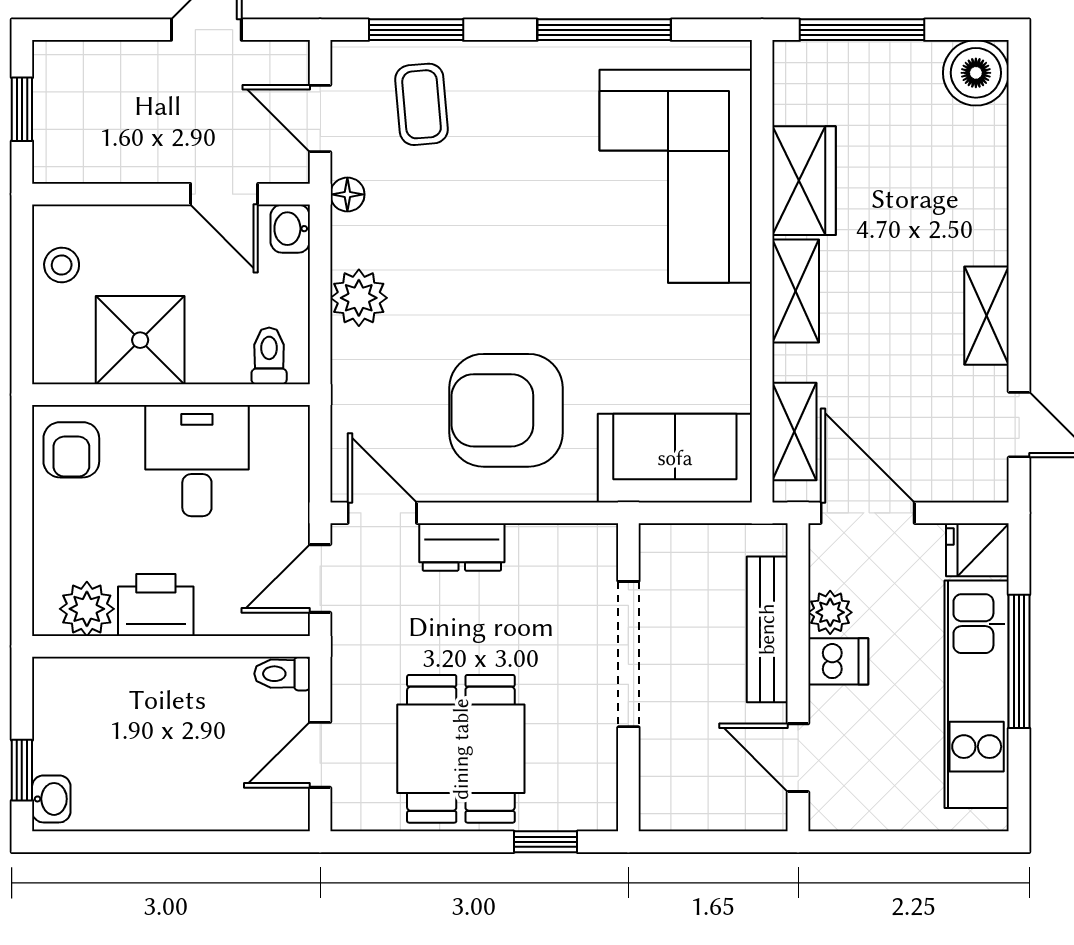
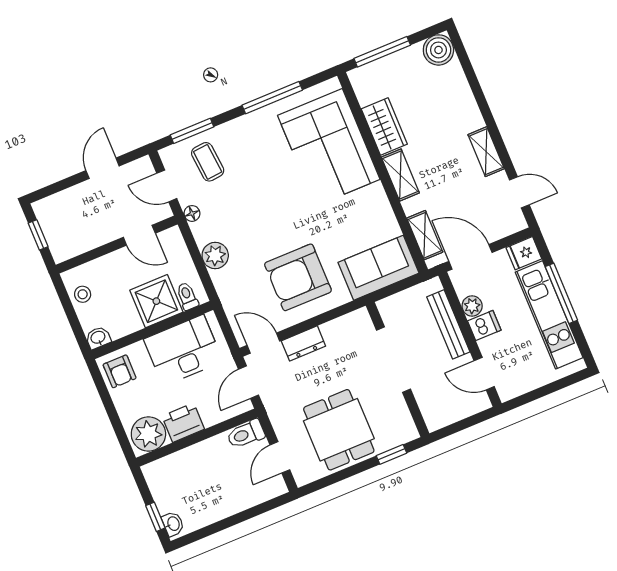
washbasin: (290, 229) -> (98, 338), moved, turned 90
shower: (140, 340) -> (156, 301), moved
desk: (197, 461) -> (183, 350), width x1.37
plant: (87, 609) -> (148, 434), width x1.36, depth x1.36
toilet: (282, 674) -> (246, 434), width x1.37, depth x1.39

